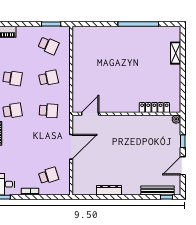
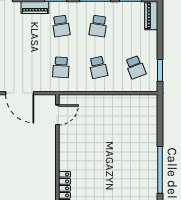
school desk: (48, 45) -> (135, 67), turned -45
door: (90, 114) -> (57, 115), hinge flipped

